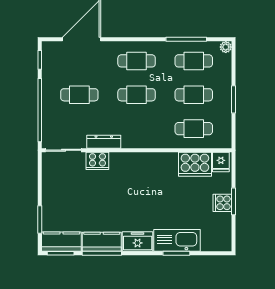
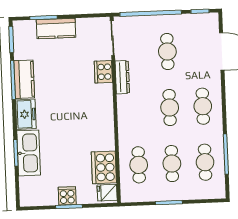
plant: (226, 47) -> (220, 193), removed
kitchen counter: (61, 242) -> (56, 29), moved, turned 90

